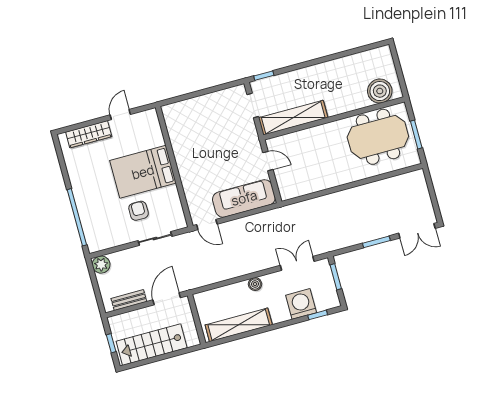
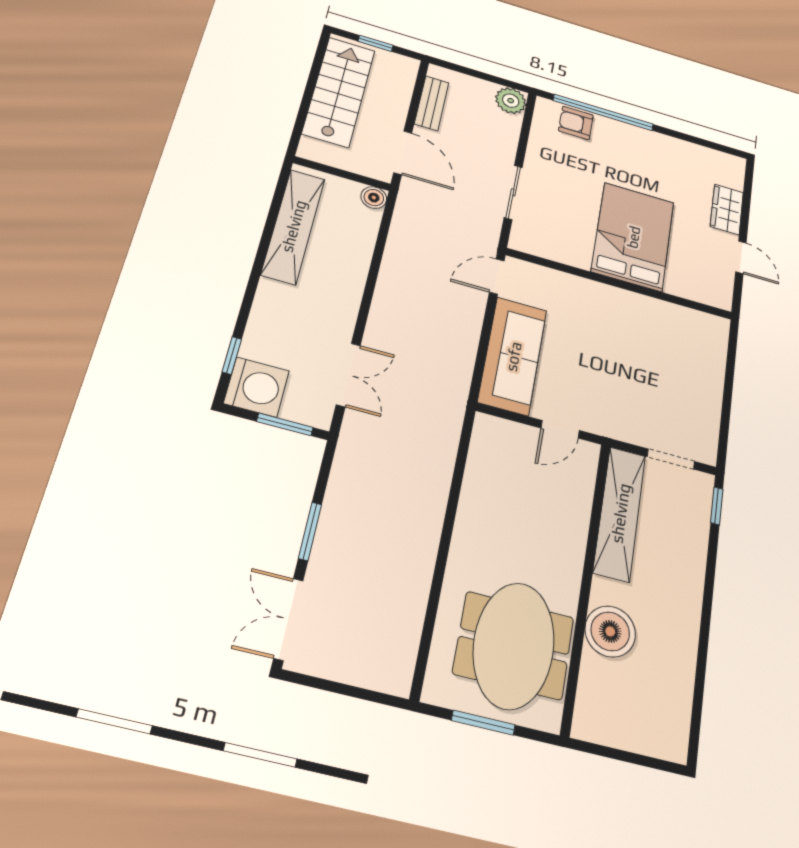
boiler: (380, 91) -> (610, 631), moved
wardrobe: (89, 134) -> (727, 209), width x0.67
armchair: (139, 211) -> (576, 123), moved, turned 180
boiler: (255, 284) -> (374, 198), moved
washing machine: (301, 304) -> (256, 387), moved

